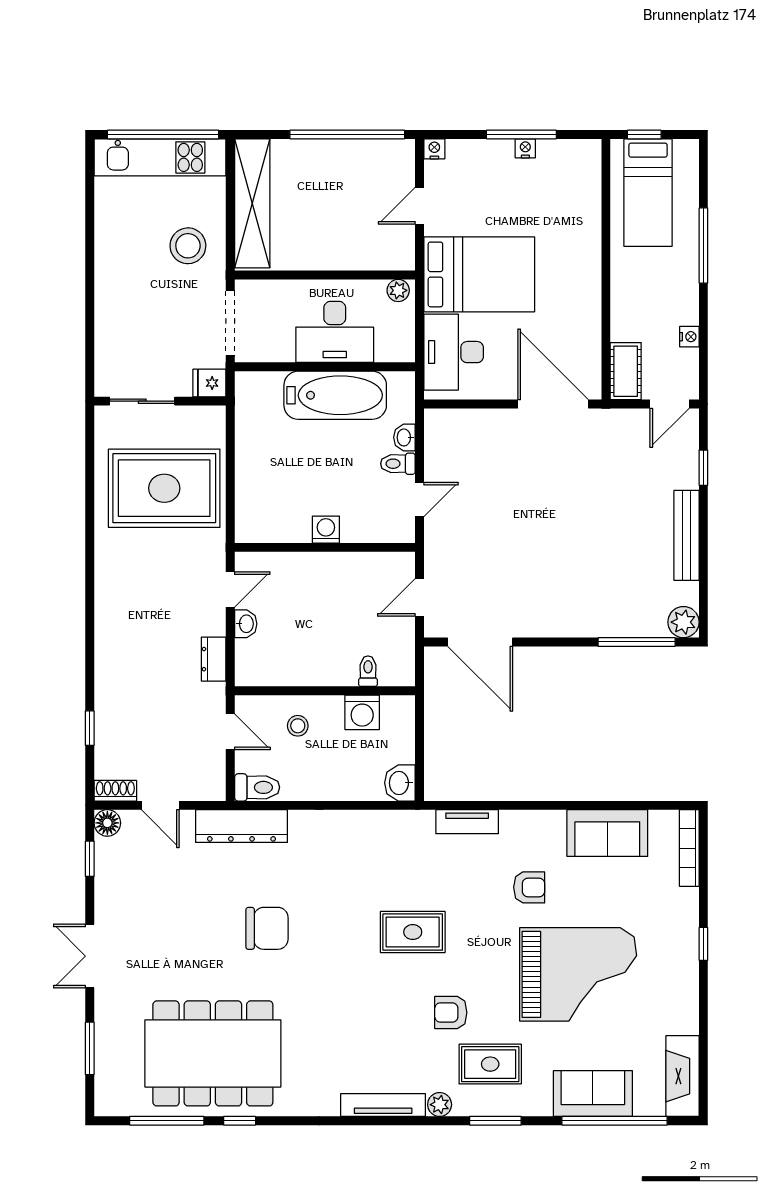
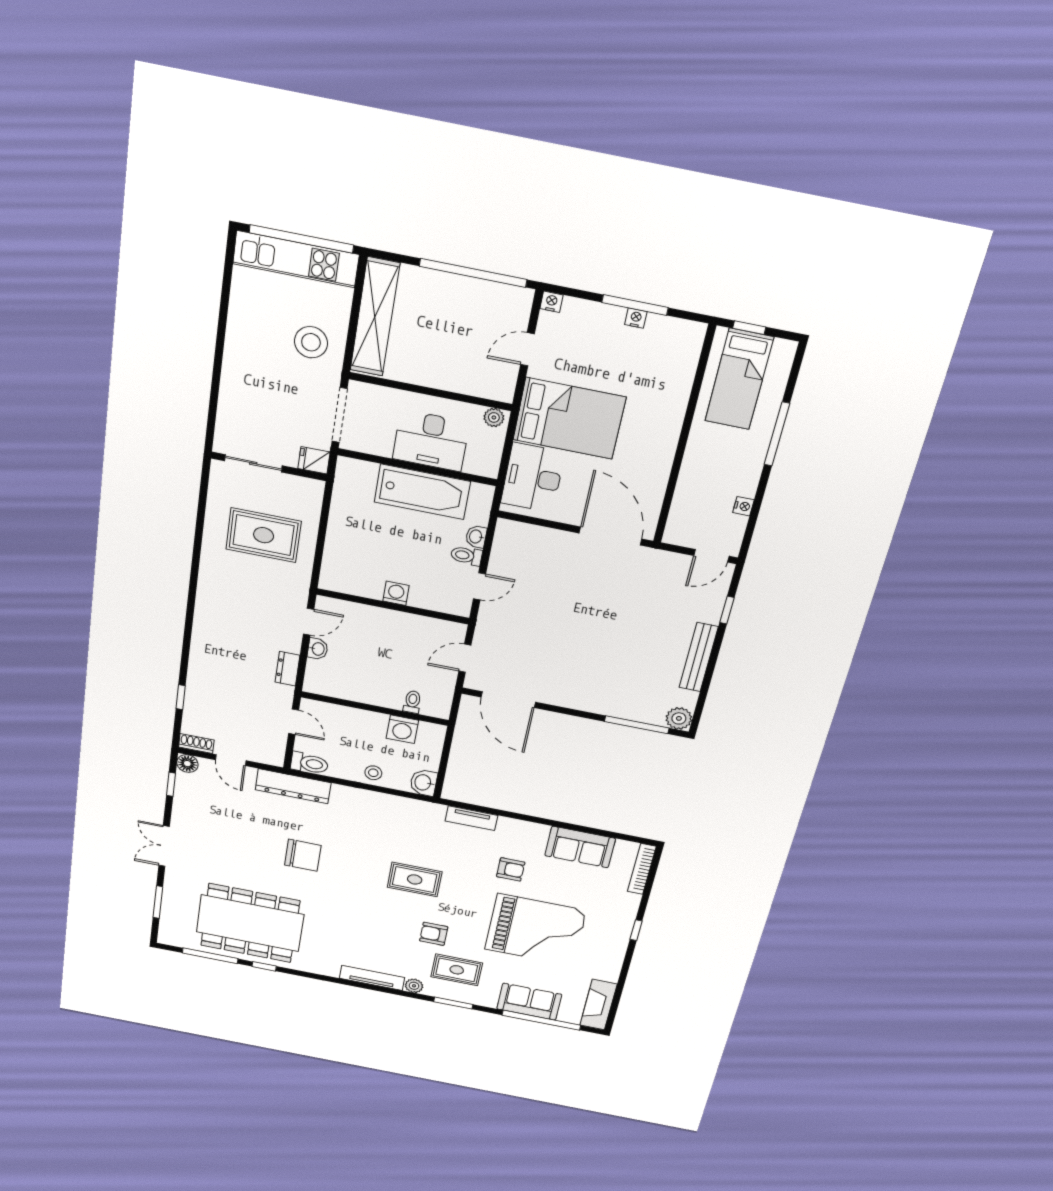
cot: (626, 371) -> (680, 523), removed
rug: (164, 488) -> (264, 535), width x0.73, depth x0.69
stool: (298, 726) -> (373, 773), moved

